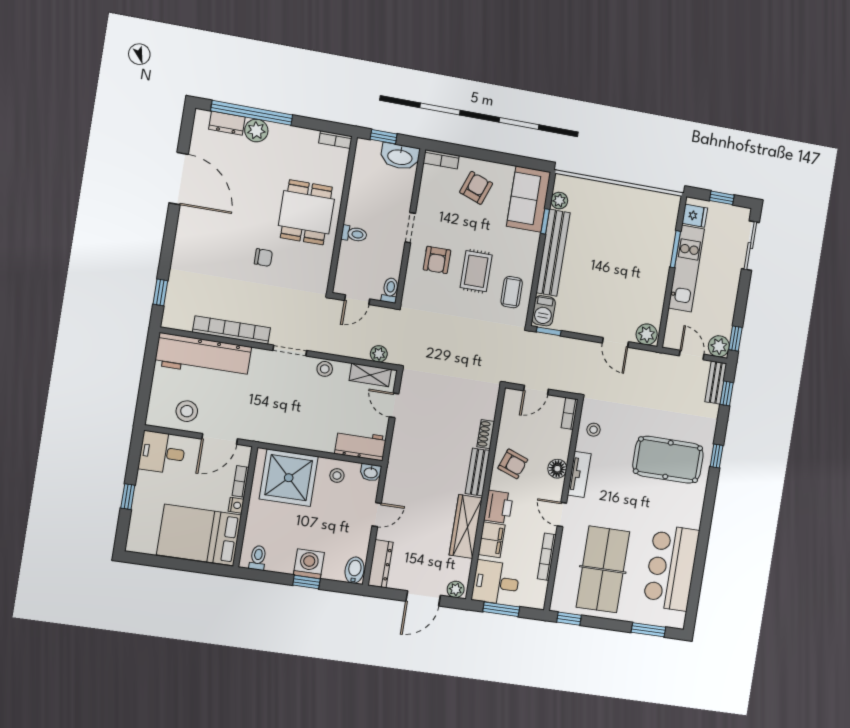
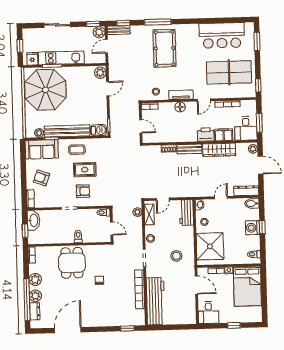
plant: (288, 137) -> (35, 280), added
dining table: (306, 212) -> (72, 263), turned 90
parasol: (635, 228) -> (46, 90), added
sliding door: (750, 246) -> (57, 25), moved
coffee table: (512, 292) -> (77, 150), moved
stool: (187, 411) -> (176, 256), moved
window: (717, 456) -> (158, 22), width x2.17
armchair: (513, 464) -> (182, 131), removed
door: (377, 515) -> (221, 198), hinge flipped

